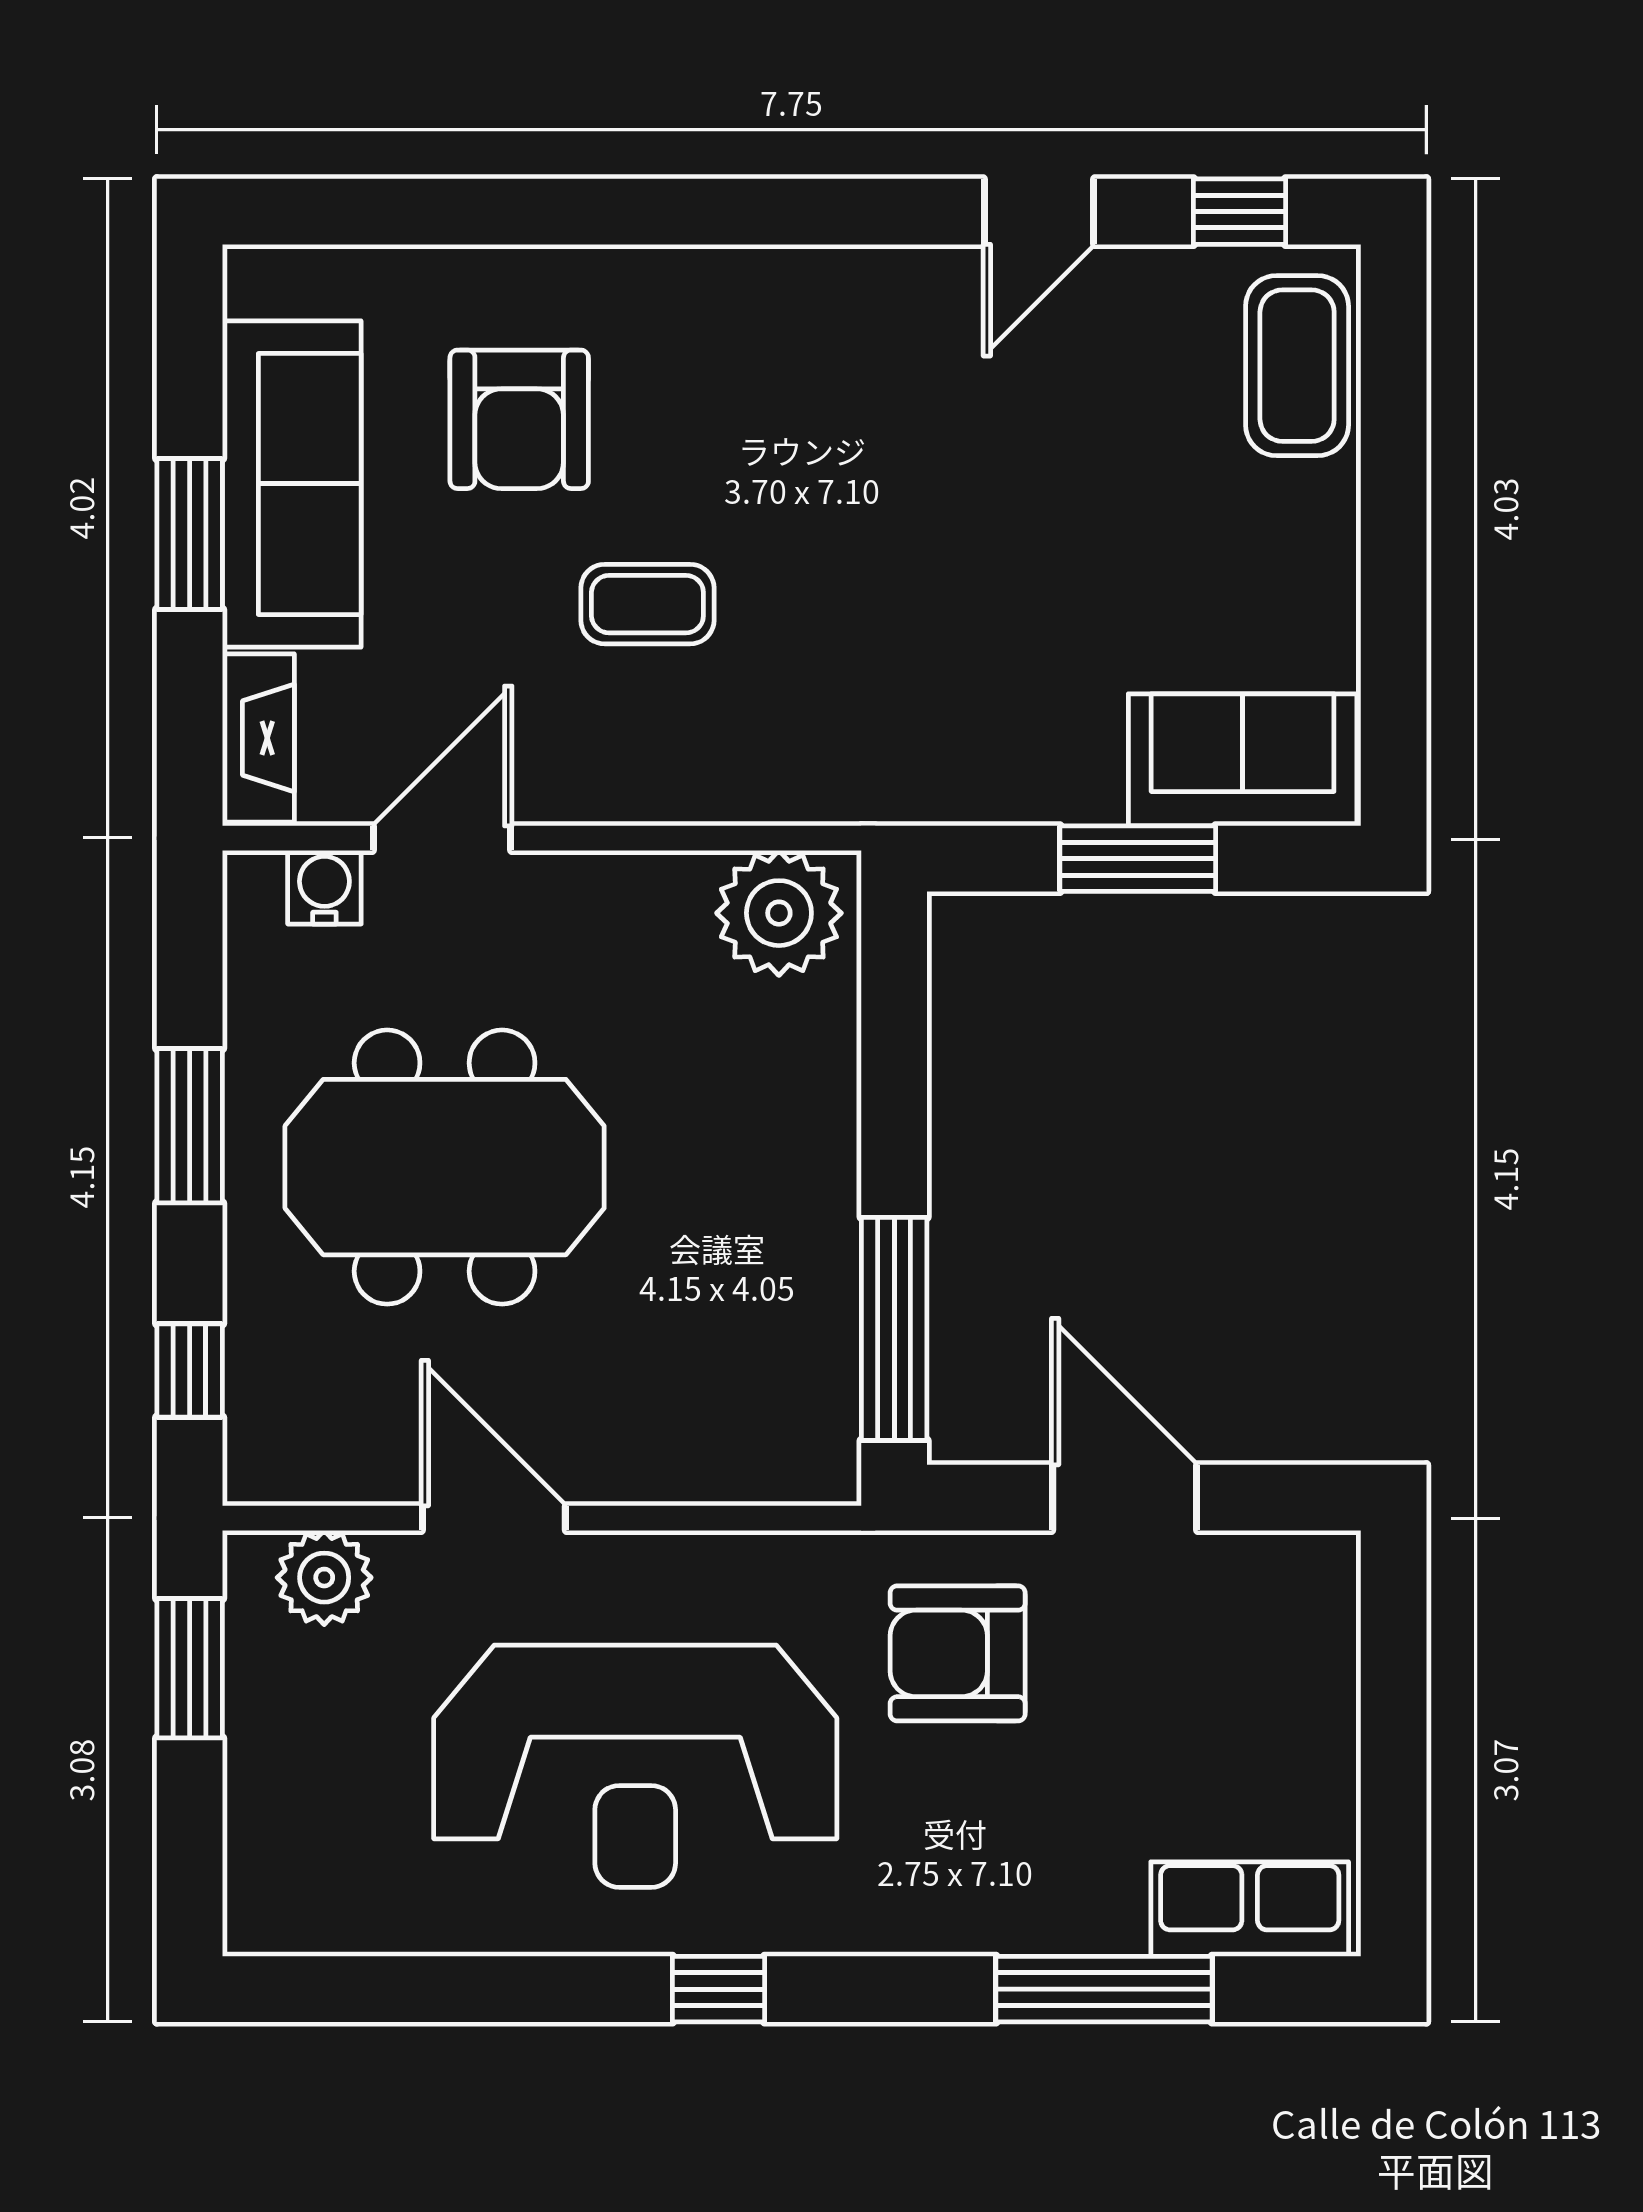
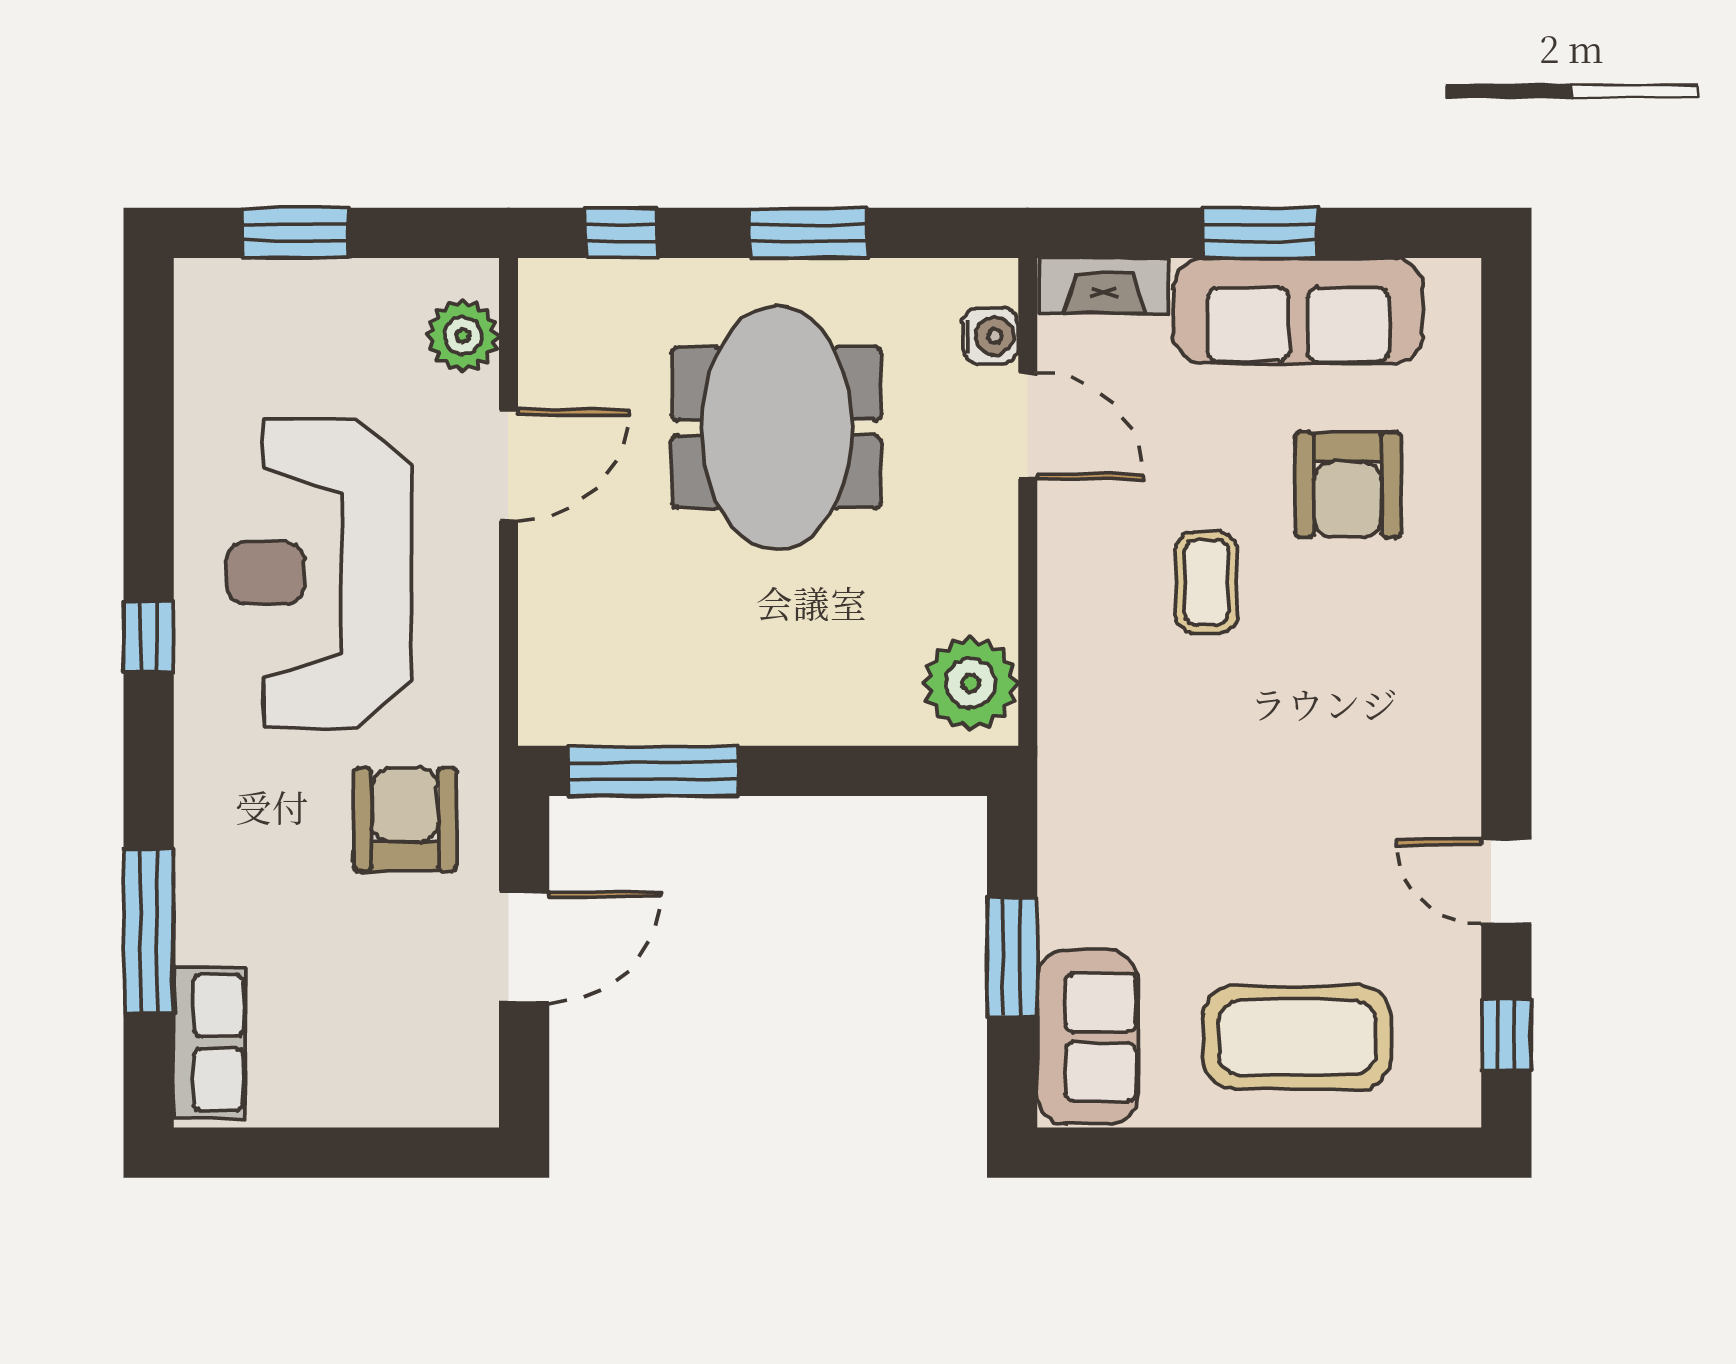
coffee table: (1297, 366) -> (1297, 1037), moved, width x1.36, depth x1.32
armchair: (519, 419) -> (1348, 485), turned -90
window: (190, 1668) -> (295, 233), moved

